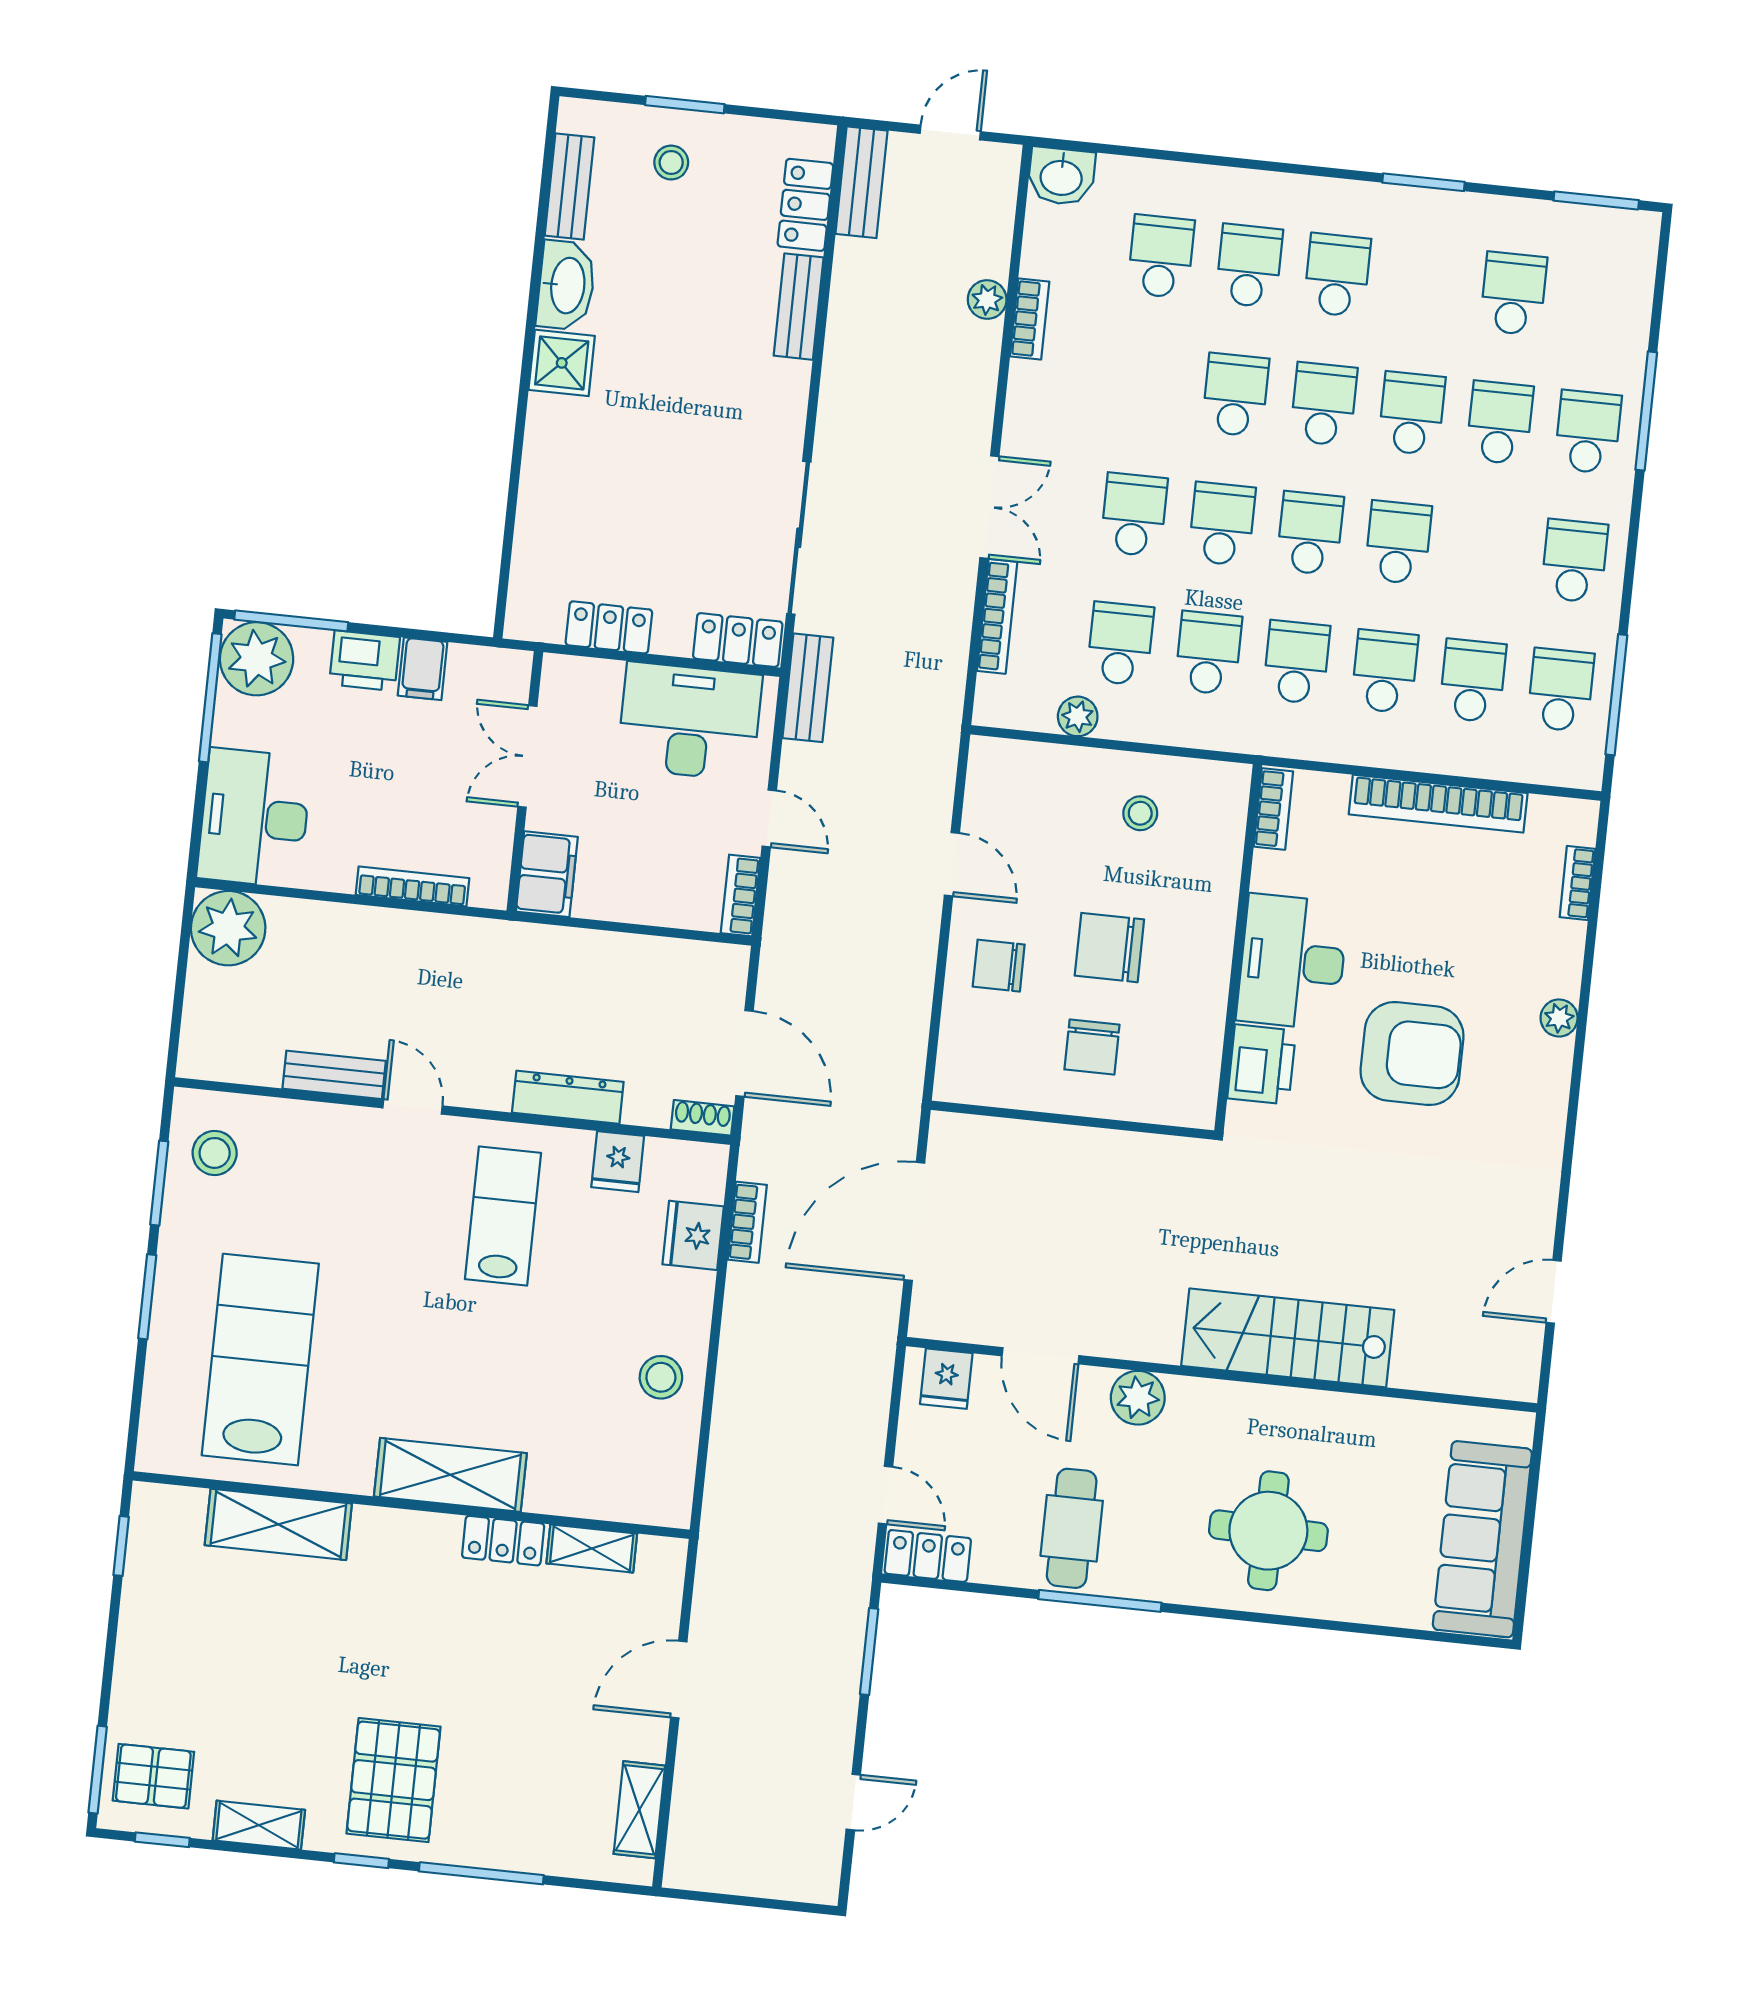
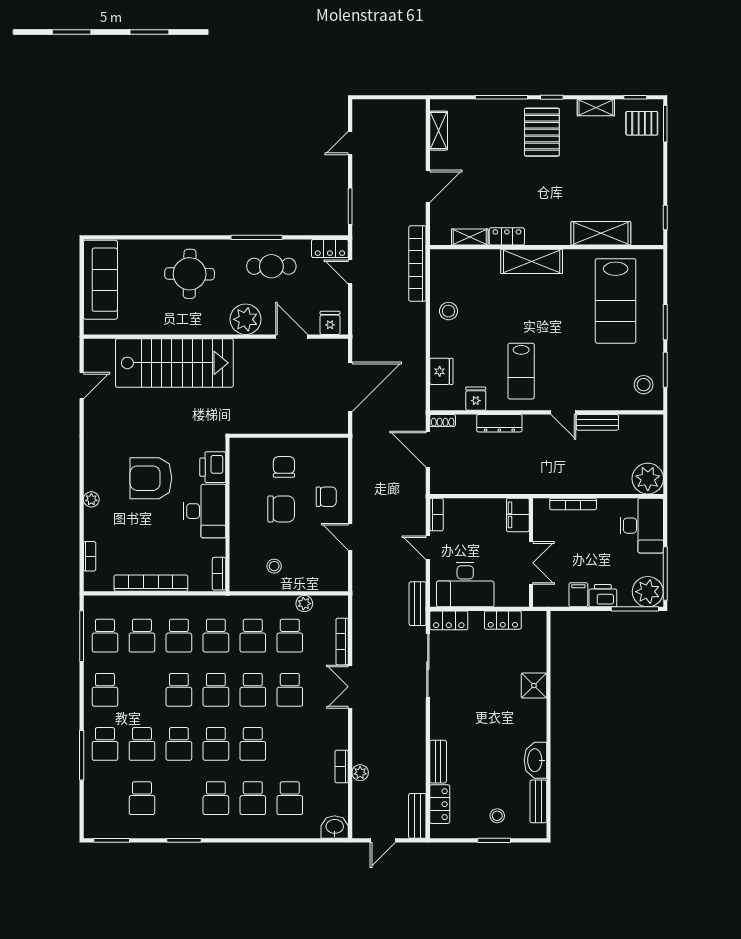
shower: (562, 363) -> (534, 686), moved
bookcase: (747, 1222) -> (417, 264), moved, width x2.31, depth x1.31
stairs: (1288, 1338) -> (174, 363), width x1.36, depth x1.51
plant: (1138, 1398) -> (246, 319), width x1.36, depth x1.36
cafe table: (1072, 1528) -> (271, 266), turned 90

